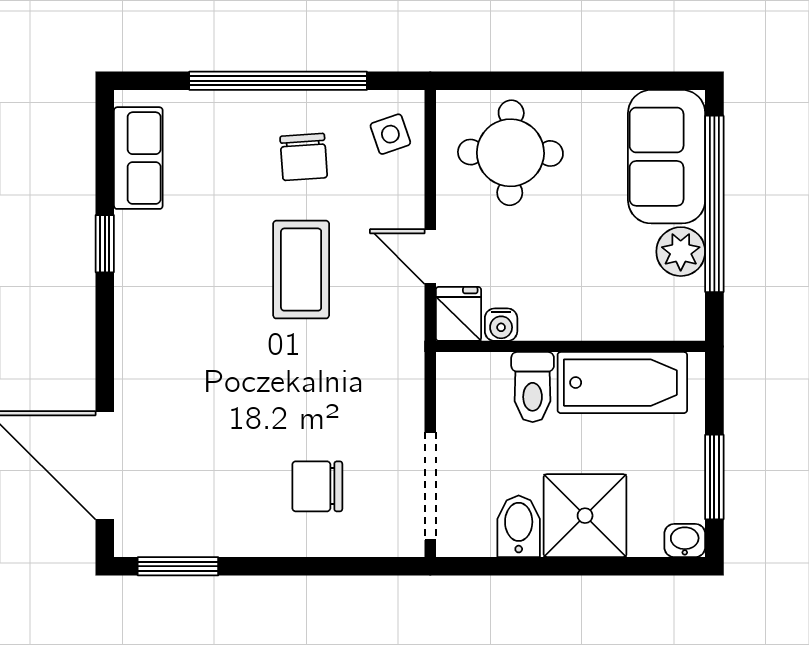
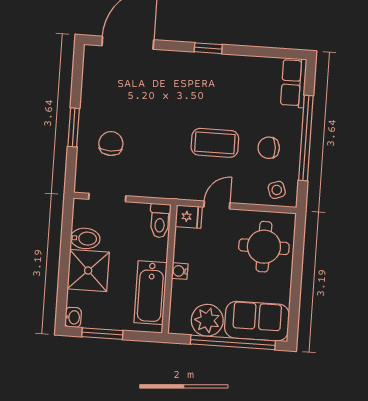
row of seats: (138, 158) -> (294, 83), moved, turned 90
window: (105, 244) -> (208, 48), moved
plant: (681, 252) -> (207, 320), width x1.36, depth x1.36
water cooler: (501, 325) -> (180, 271), moved
toilet: (533, 387) -> (160, 221), moved, turned -90
doorway: (430, 486) -> (107, 198), width x0.73
window: (178, 566) -> (74, 127), moved

